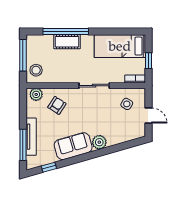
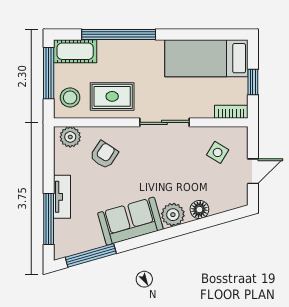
cot: (67, 42) -> (75, 51), moved
rug: (62, 70) -> (112, 96), added
door: (148, 115) -> (253, 171), hinge flipped
tv unit: (31, 137) -> (62, 197), width x0.71
floor lamp: (116, 139) -> (199, 210), added
window: (49, 167) -> (91, 255), width x2.17

